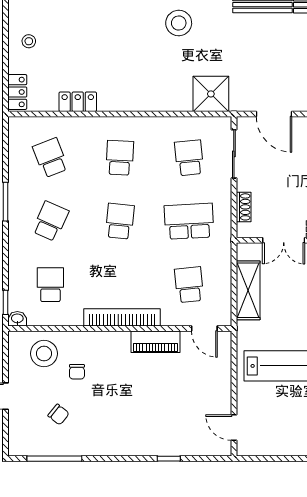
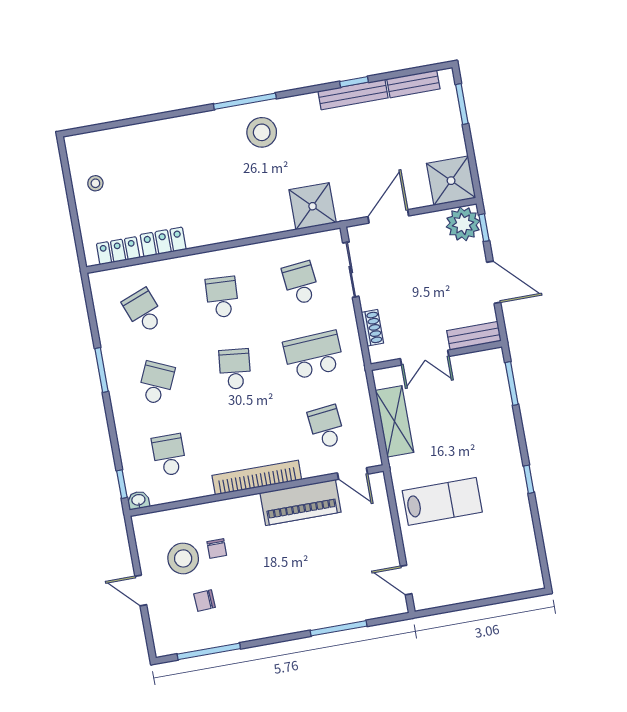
locker: (17, 92) -> (118, 251), moved, turned -90
door: (274, 114) -> (388, 216), swing flipped
piano: (155, 342) -> (300, 502), width x1.37, depth x1.33
stool: (44, 354) -> (183, 558), moved
chair: (59, 415) -> (205, 601), turned 138
window: (169, 459) -> (339, 628), width x2.17

